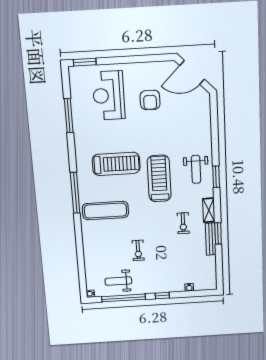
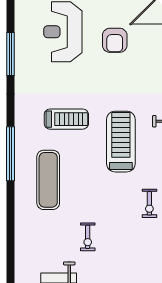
treadmill: (116, 164) -> (66, 119), width x0.73, depth x0.73
exercise mat: (105, 211) -> (48, 180), turned 90

